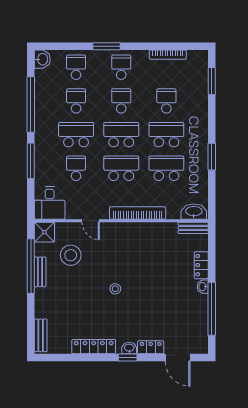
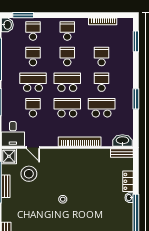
window: (106, 46) -> (23, 15), moved
school desk: (166, 135) -> (102, 82), width x0.54
door: (91, 221) -> (33, 148), moved

